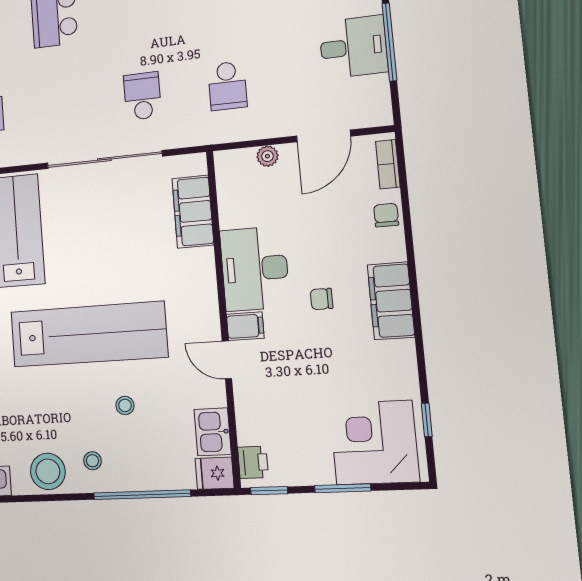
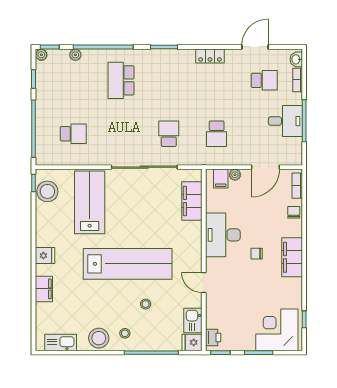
filing cabinet: (245, 326) -> (221, 178), moved, turned 90

